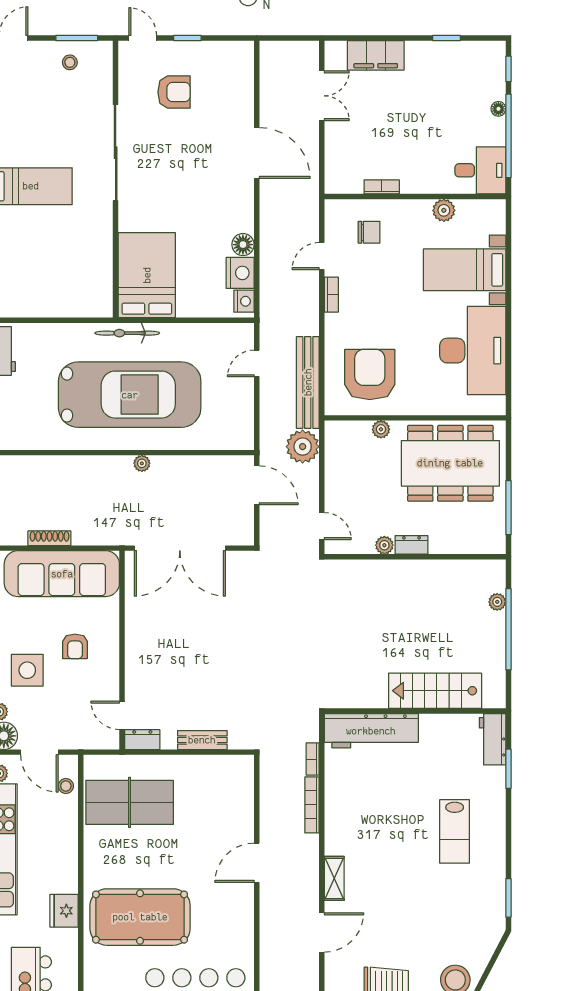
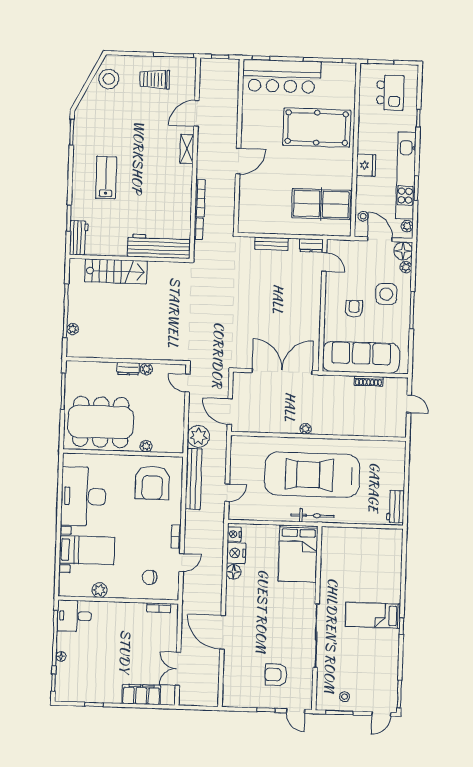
bookcase: (382, 187) -> (159, 608), moved
fridge: (64, 911) -> (366, 165), moved

